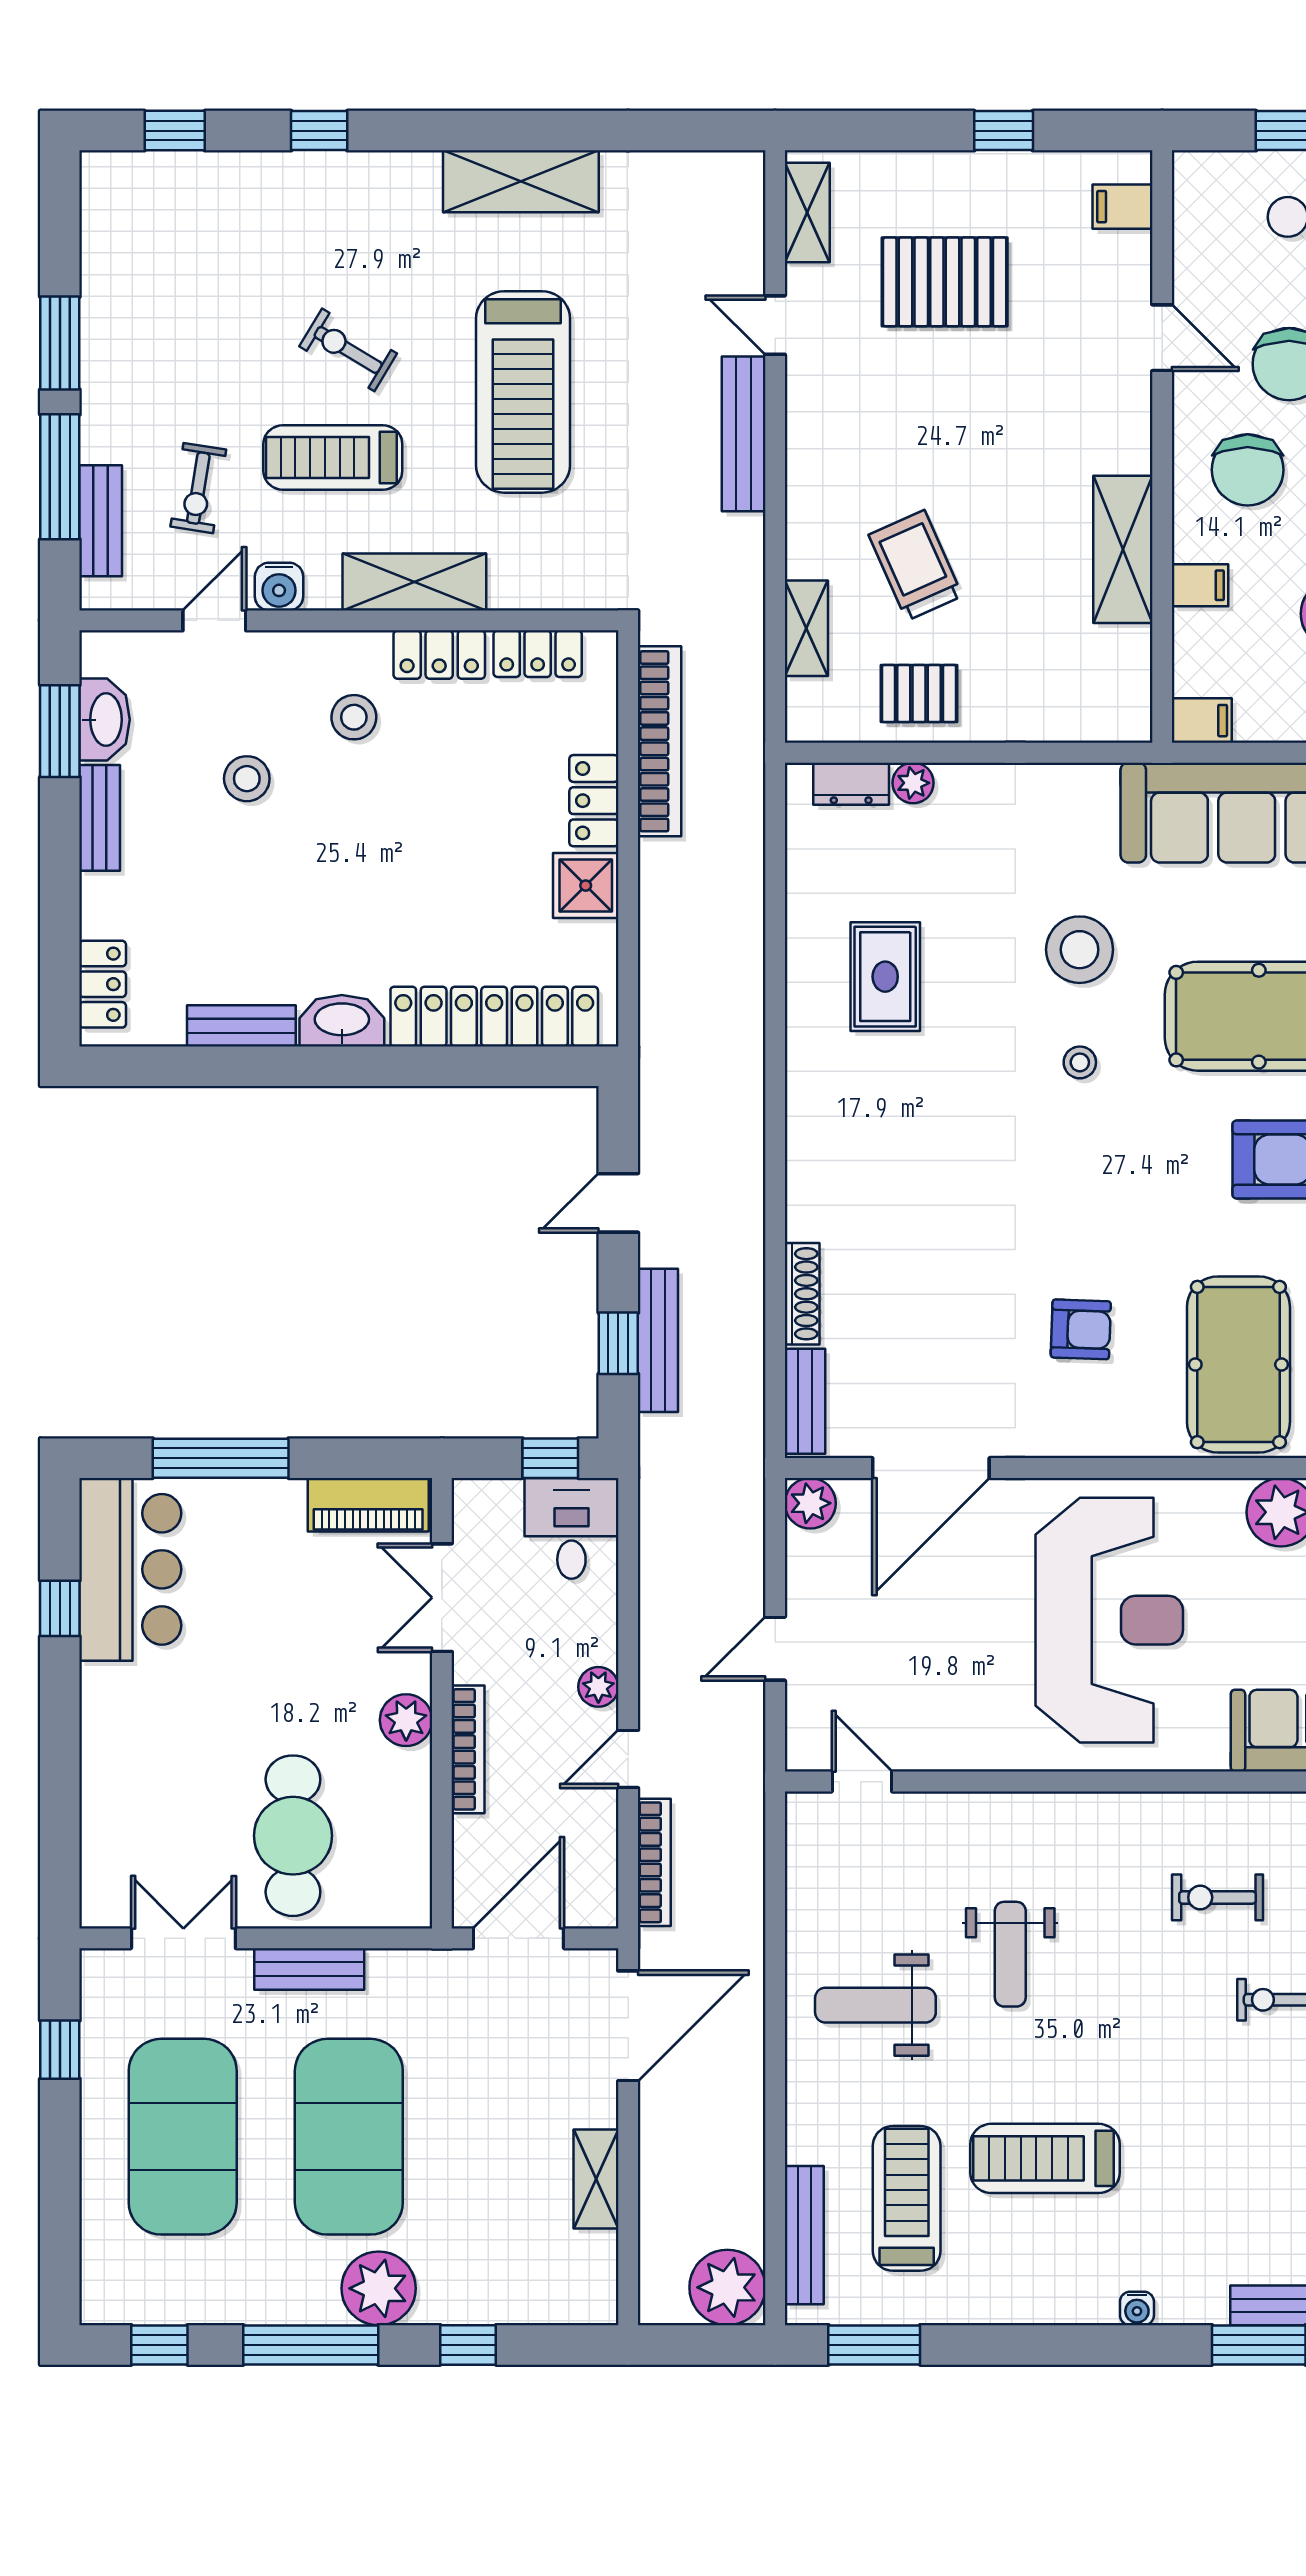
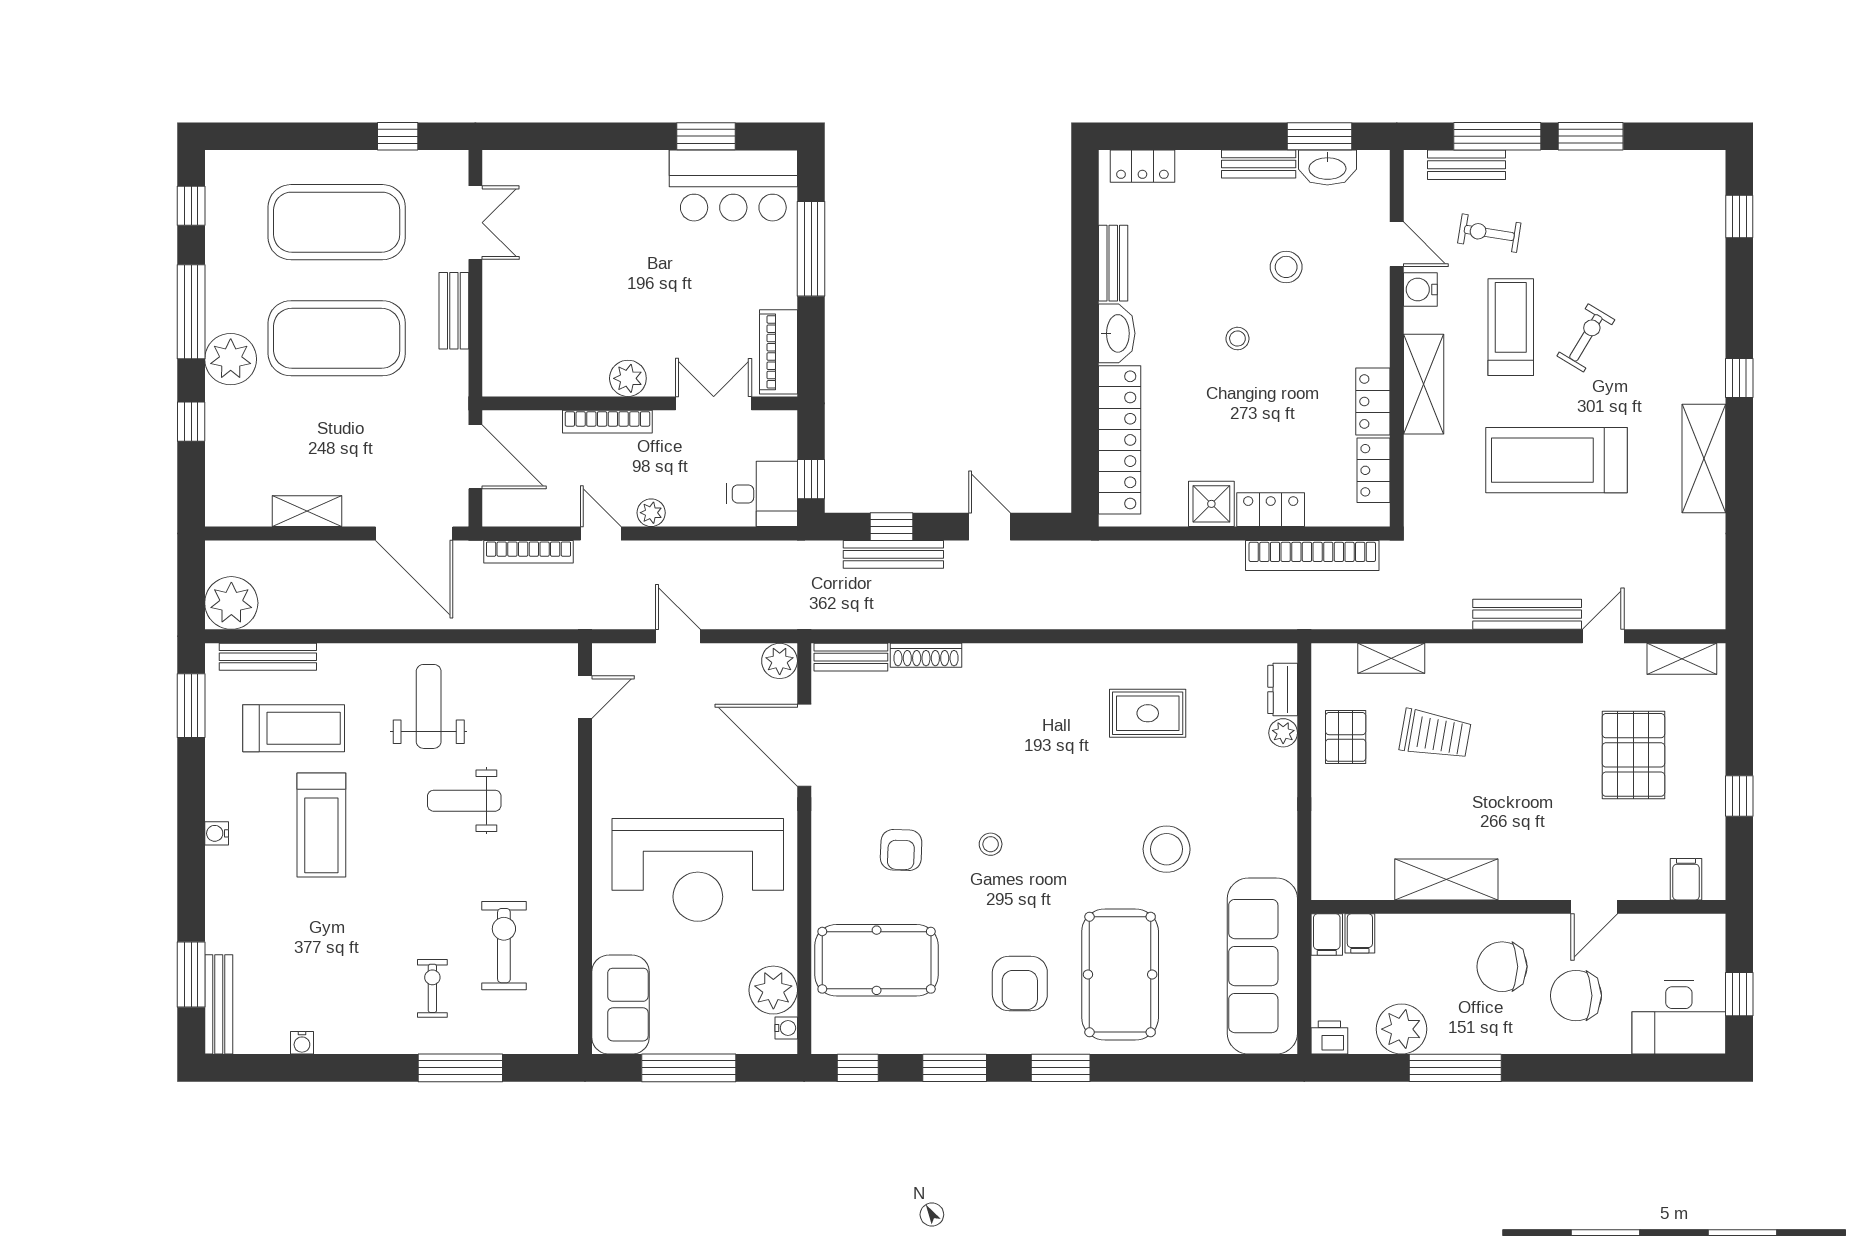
window: (319, 131) -> (1739, 378), moved
trolley: (916, 565) -> (1435, 735), turned 34
filing cabinet: (1200, 585) -> (1360, 933), moved
stool: (354, 717) -> (1237, 339), moved, width x0.73, depth x0.73
stool: (1080, 1062) -> (991, 844), moved
window: (60, 1608) -> (706, 136), width x1.50
cafe table: (293, 1836) -> (547, 299), removed
exercise bike: (1217, 1897) -> (504, 946), width x1.38, depth x1.39
treadmill: (1045, 2158) -> (321, 825), turned 180
water cooler: (1137, 2308) -> (217, 833), moved

